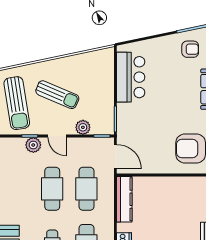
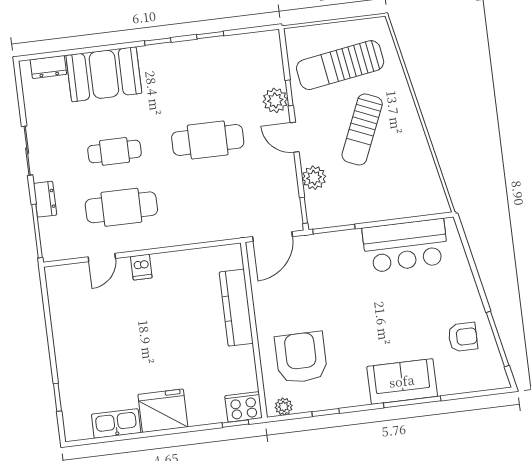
armchair: (190, 49) -> (463, 337), turned -90
door: (57, 136) -> (295, 137), hinge flipped
cafe table: (86, 189) -> (215, 196), removed
kitchen counter: (124, 199) -> (236, 308), moved, turned 90

